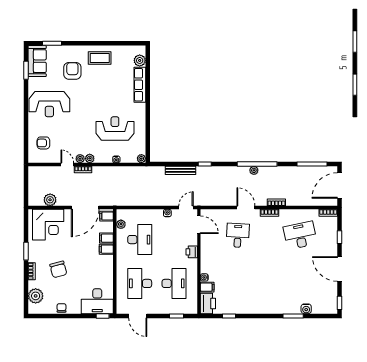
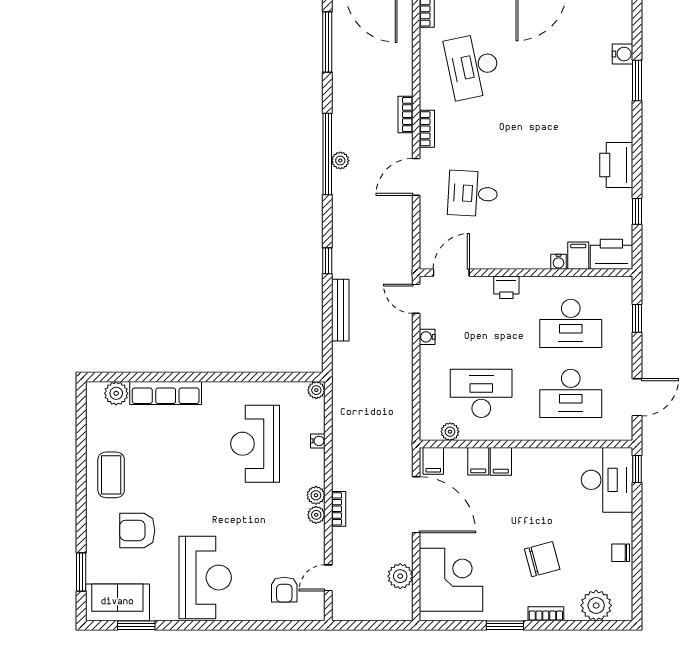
door: (67, 165) -> (328, 578), moved
desk: (174, 283) -> (571, 323), turned 180
printer: (252, 306) -> (616, 165), added

